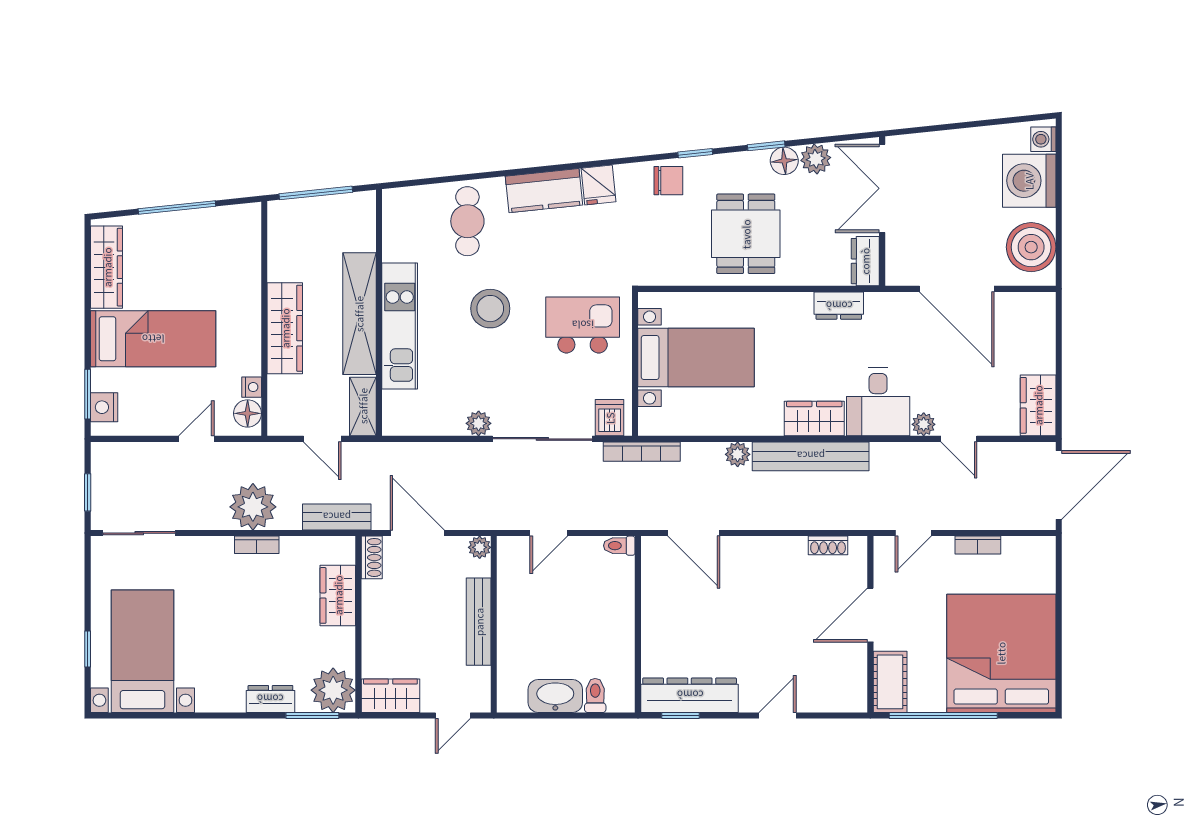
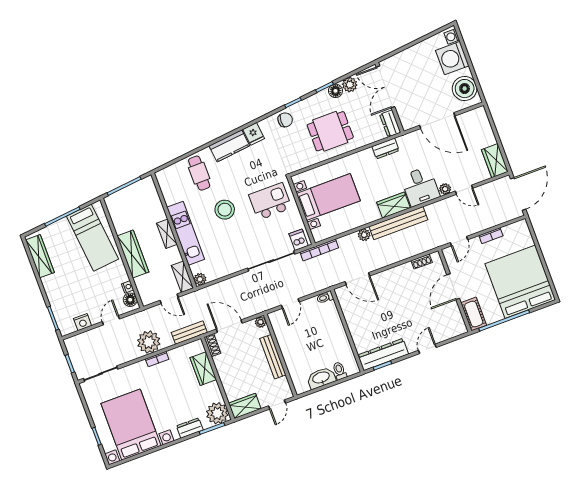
dining table: (746, 234) -> (330, 131), turned 90
shelving: (359, 314) -> (167, 234), width x0.45, depth x0.75
bed: (153, 339) -> (92, 238), moved, turned 84
nightstand: (104, 407) -> (83, 322), moved, turned -90
plant: (479, 423) -> (200, 279), moved
bed with nightstands: (142, 651) -> (131, 425), width x1.36

